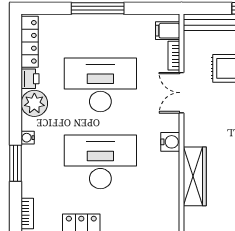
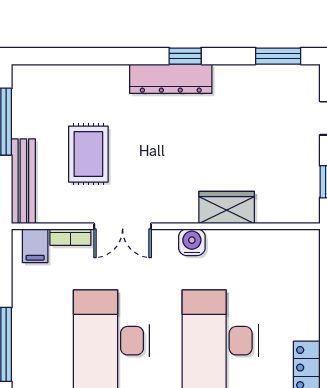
wardrobe: (195, 176) -> (227, 208), width x0.67

